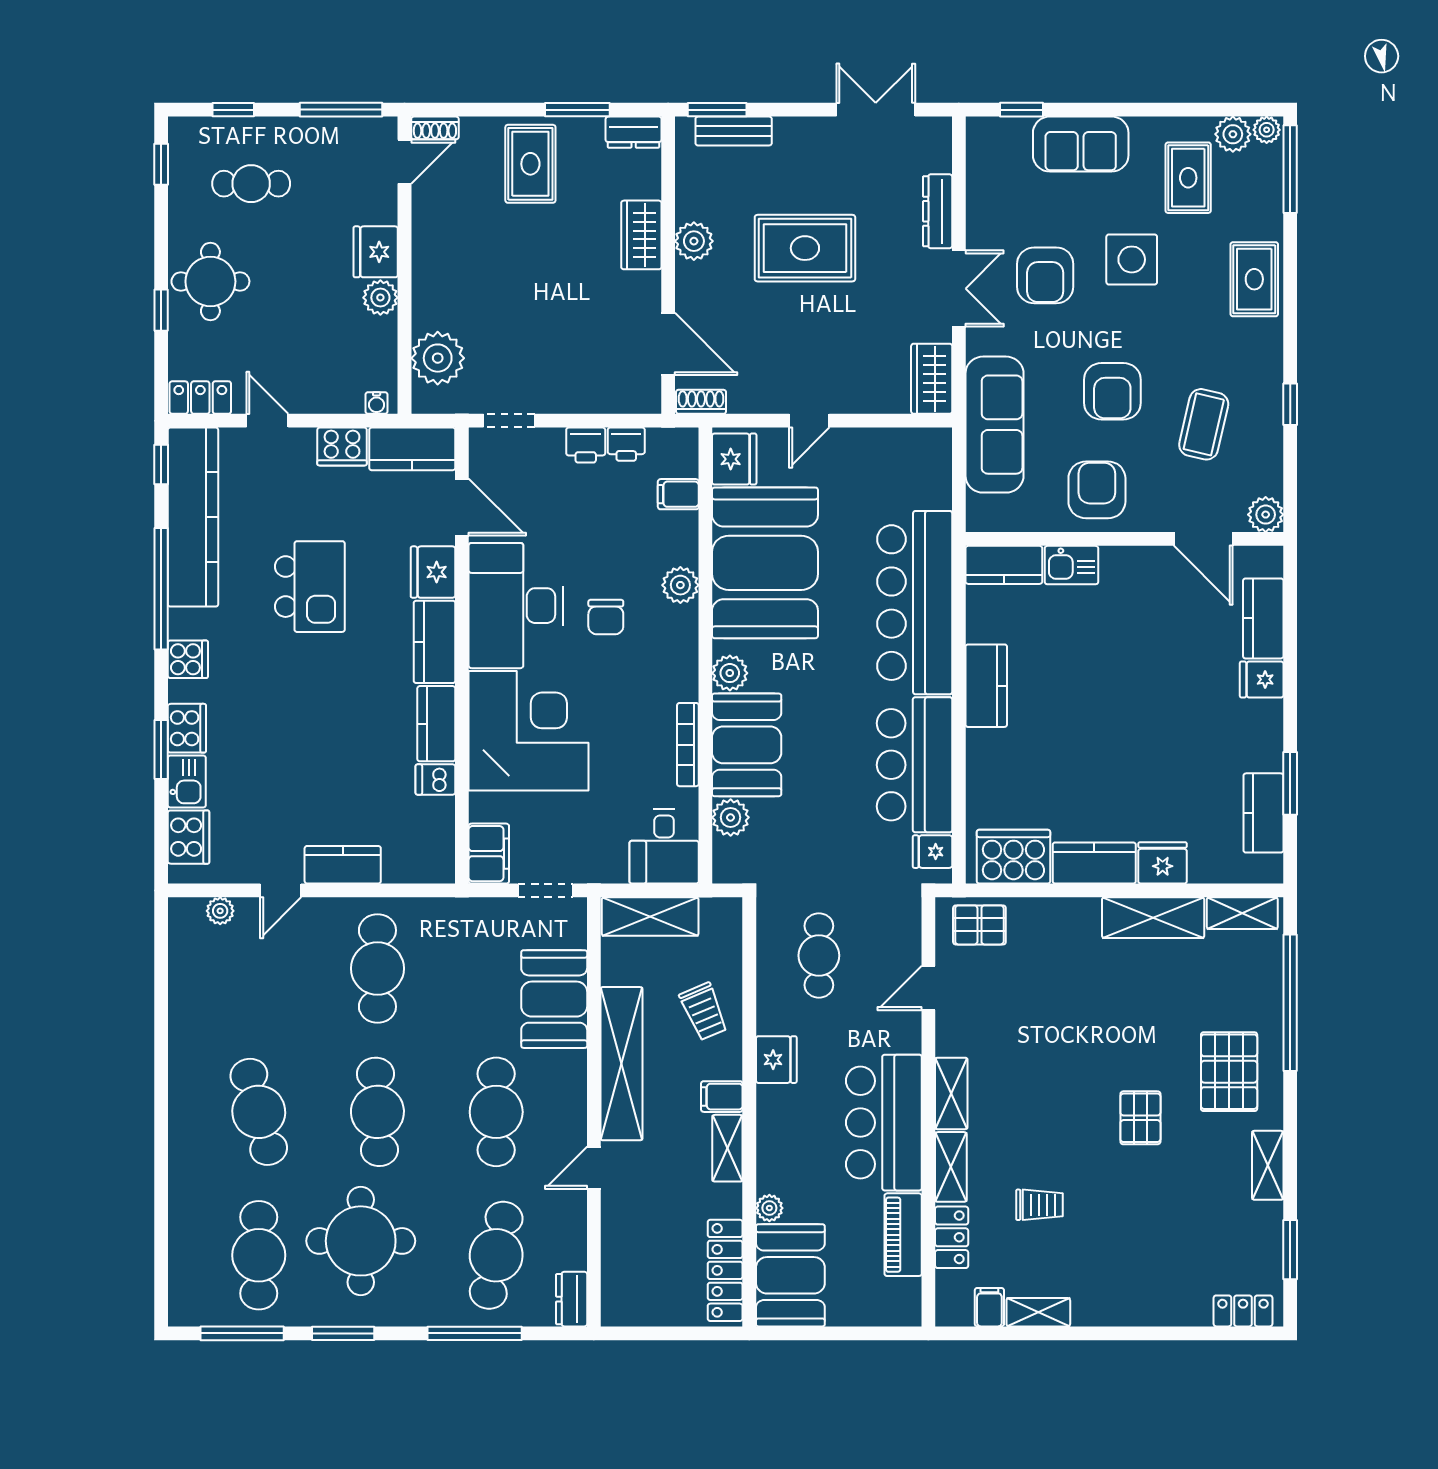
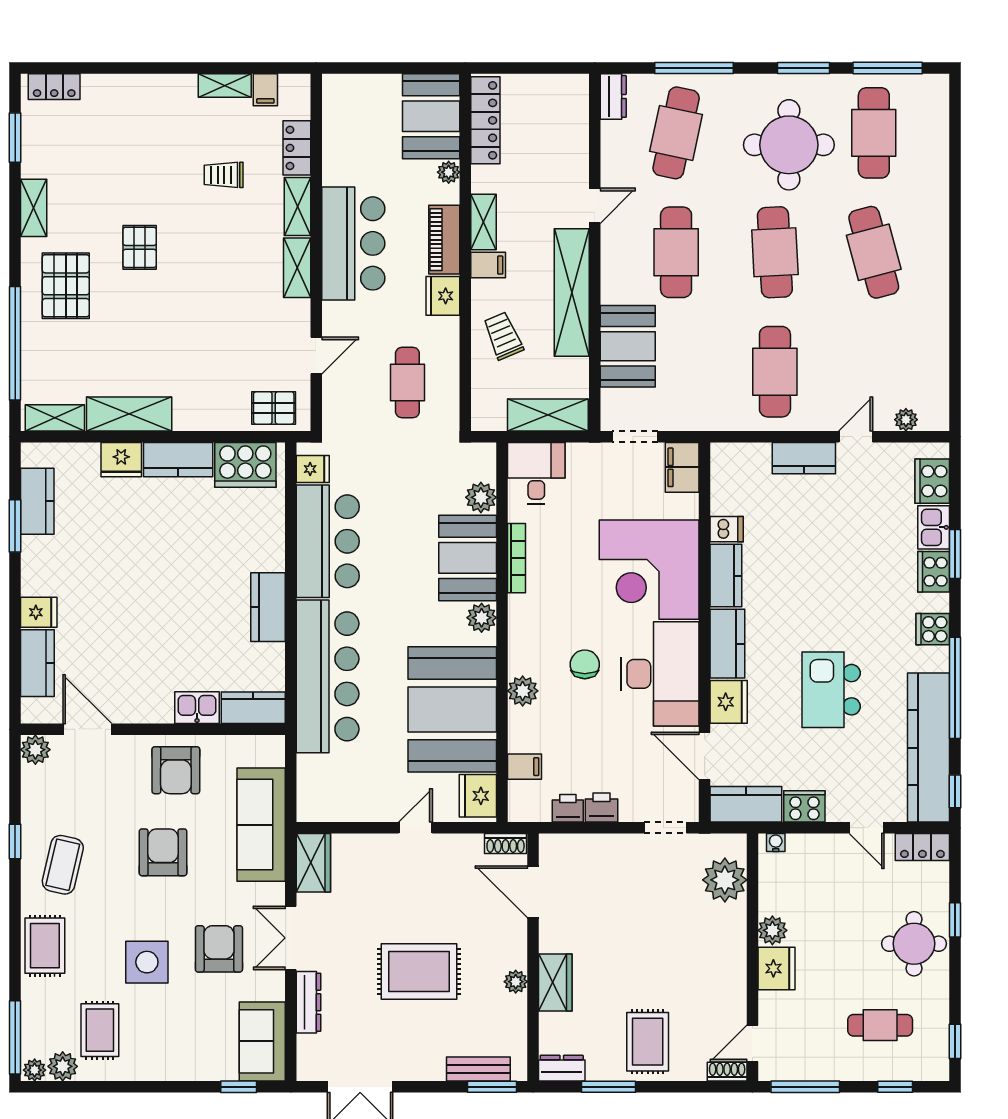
sofa: (1081, 144) -> (262, 1041), moved, turned -90
plant: (694, 241) -> (516, 982), width x0.73, depth x0.73
coffee table: (1204, 424) -> (63, 865), moved
piano: (903, 1235) -> (444, 240), moved, turned 180

